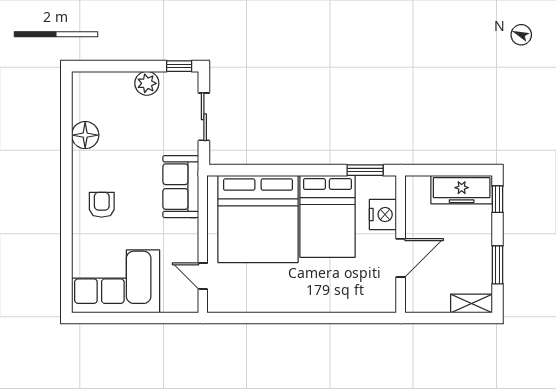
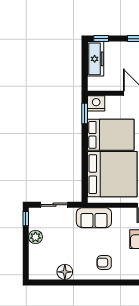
nightstand: (383, 215) -> (96, 103), moved

